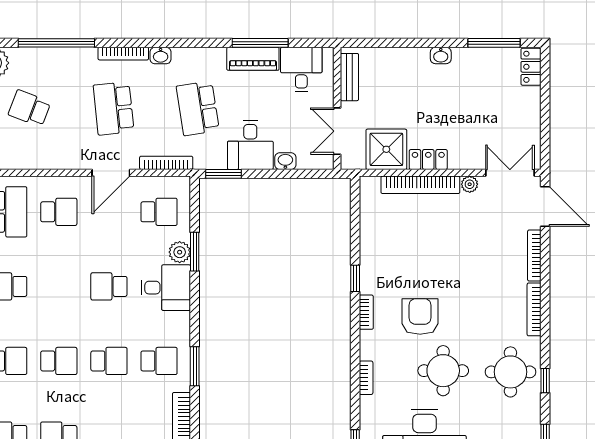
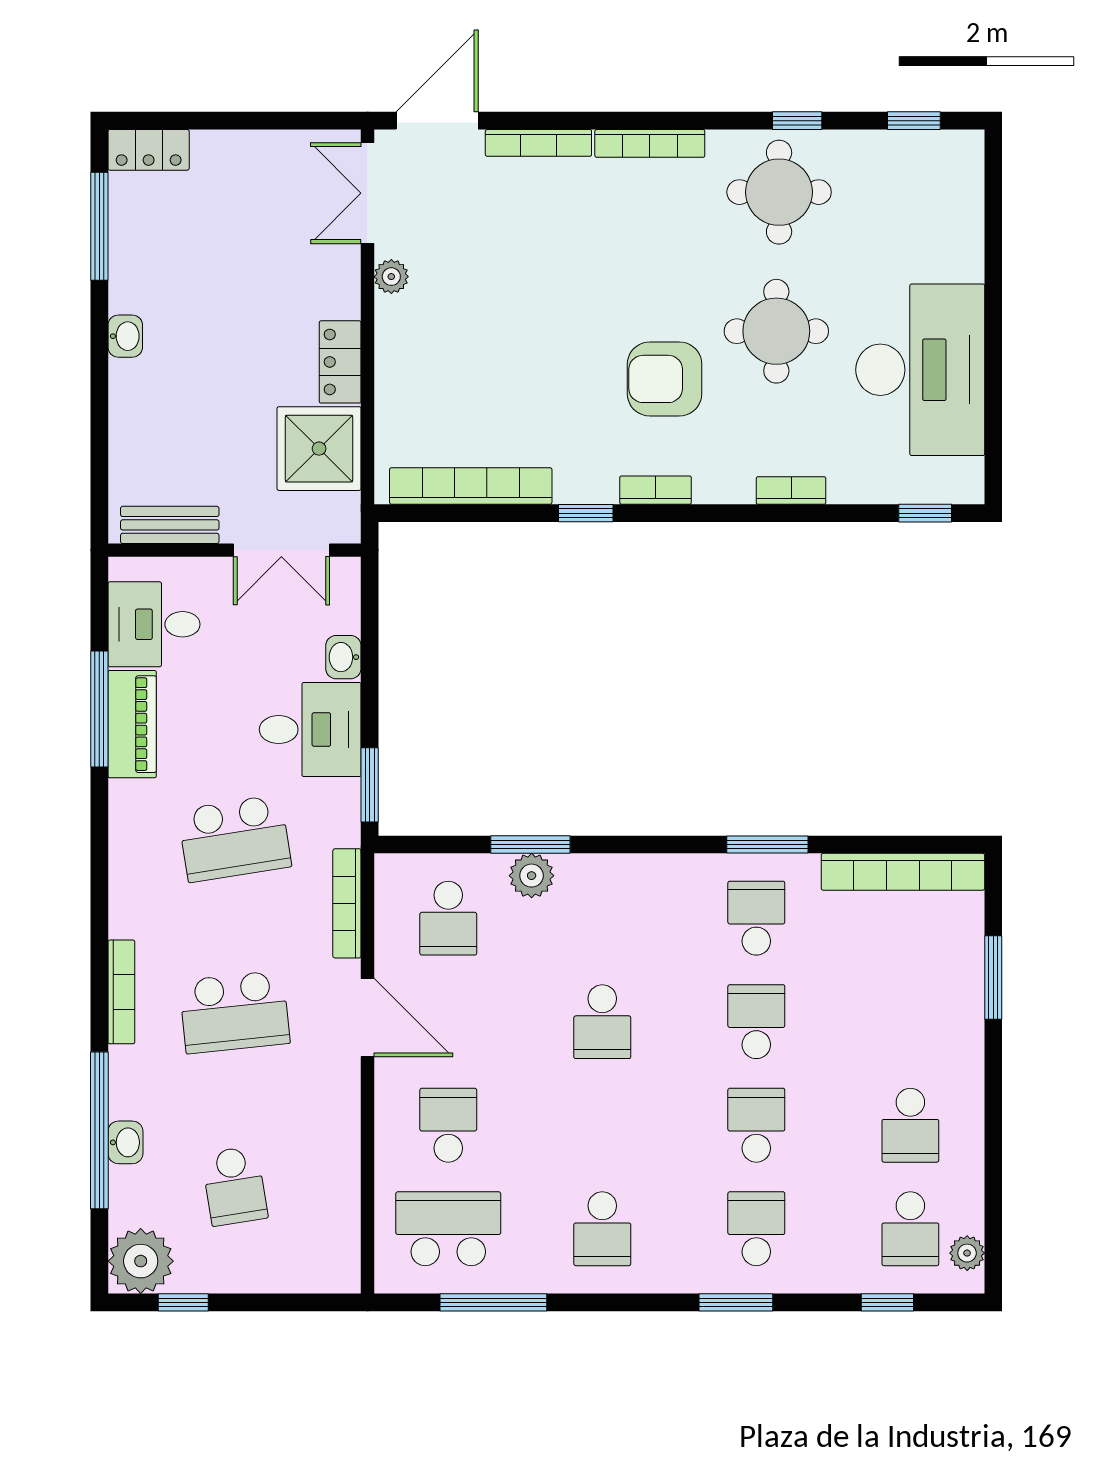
washbasin: (161, 56) -> (125, 1142), moved
school desk: (29, 108) -> (235, 1186), turned -30
bookcase: (420, 185) -> (471, 486), moved, turned -90
school desk: (159, 212) -> (448, 918), turned 180
desk: (166, 288) -> (605, 904), removed

